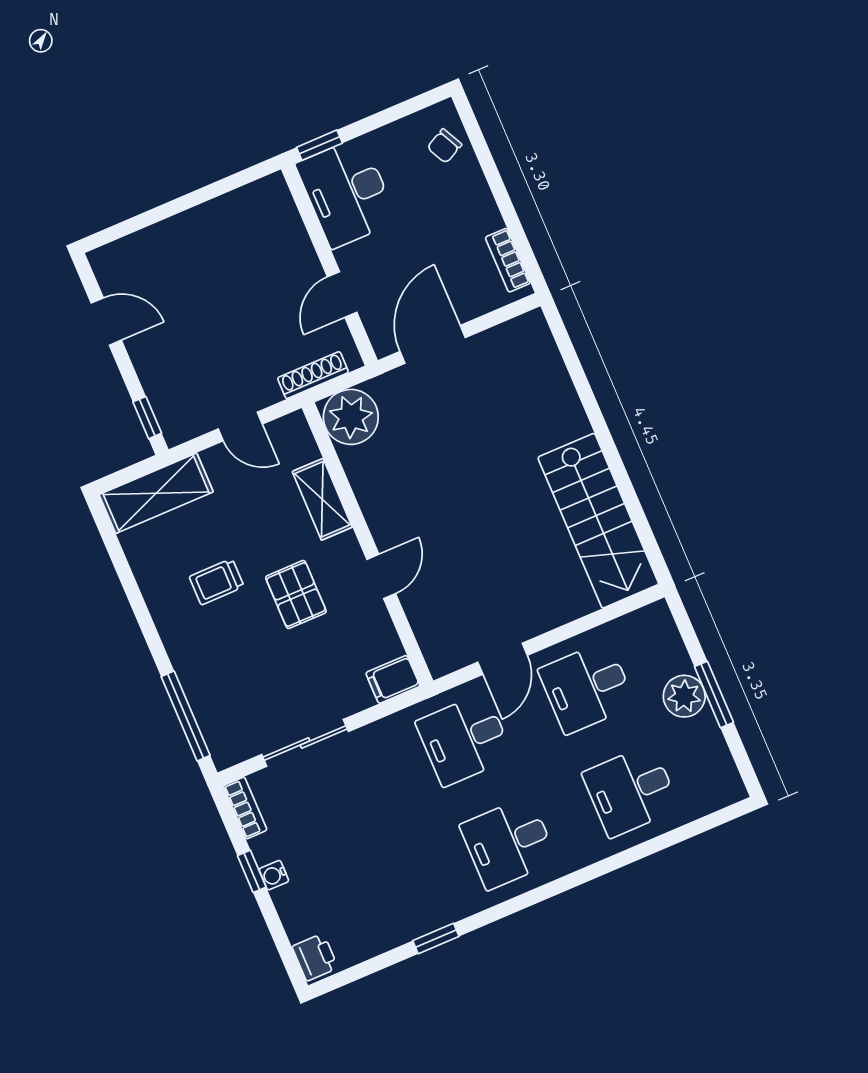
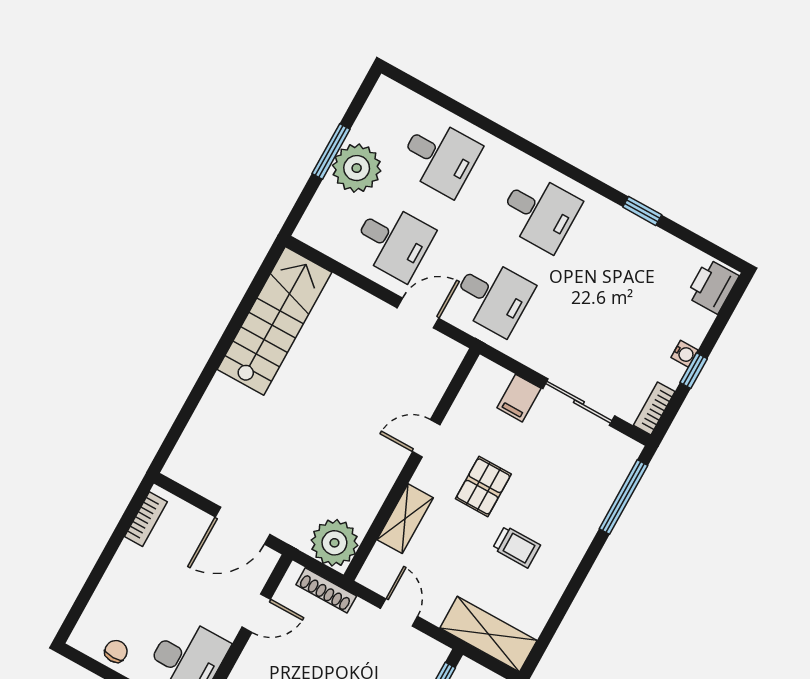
chair: (444, 146) -> (116, 651), moved, turned -63
filing cabinet: (393, 679) -> (519, 398), moved, turned 90
plant: (684, 696) -> (357, 168), width x1.36, depth x1.36
printer: (315, 957) -> (712, 286), width x1.36, depth x1.24

